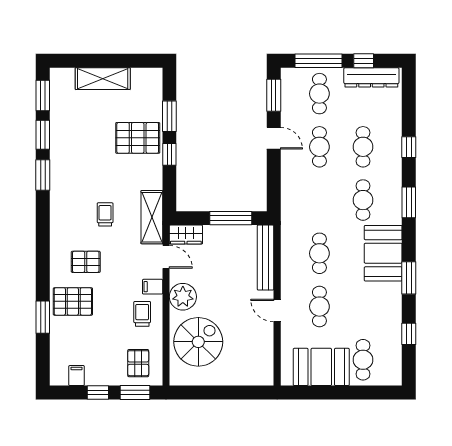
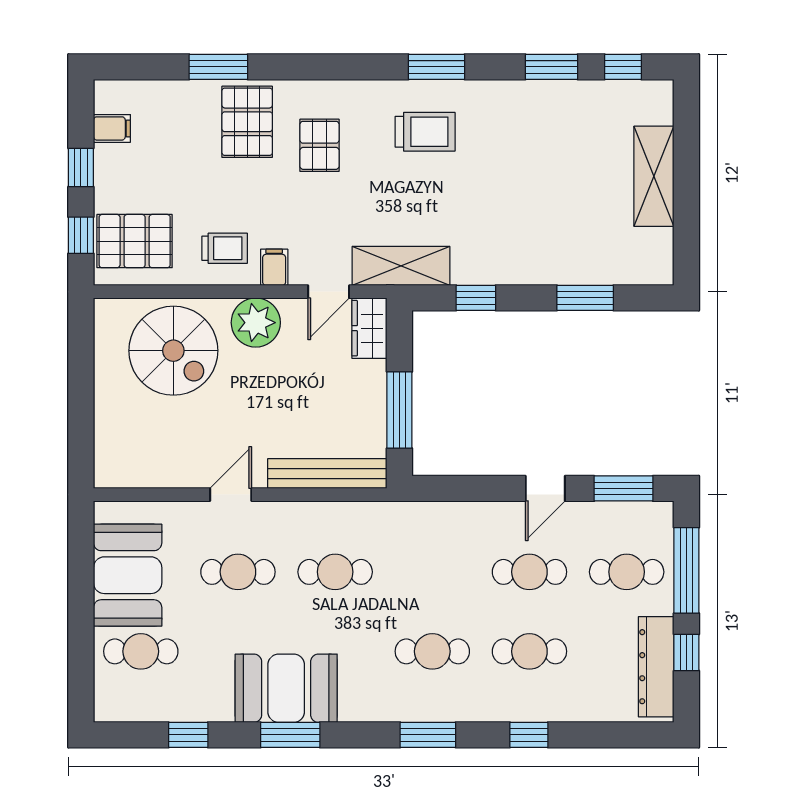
window: (43, 96) -> (623, 67), width x0.67
pallet: (138, 138) -> (546, 240), removed
window: (169, 154) -> (476, 298), moved
window: (43, 175) -> (436, 67), moved
trolley: (105, 214) -> (425, 132), moved, width x1.36, depth x1.39
booth: (383, 253) -> (286, 688), moved
pallet: (138, 363) -> (135, 241), width x1.50, depth x1.42
window: (135, 393) -> (81, 235), width x0.67

